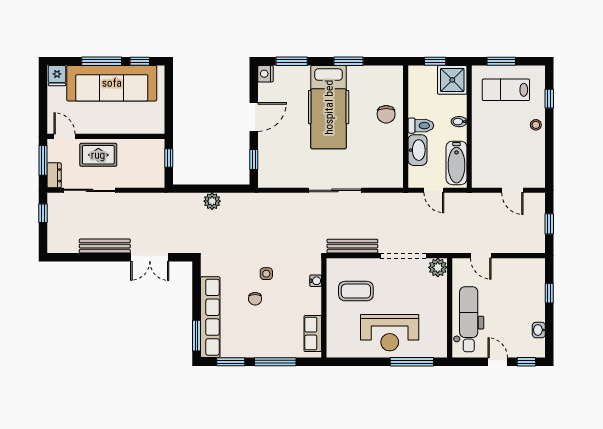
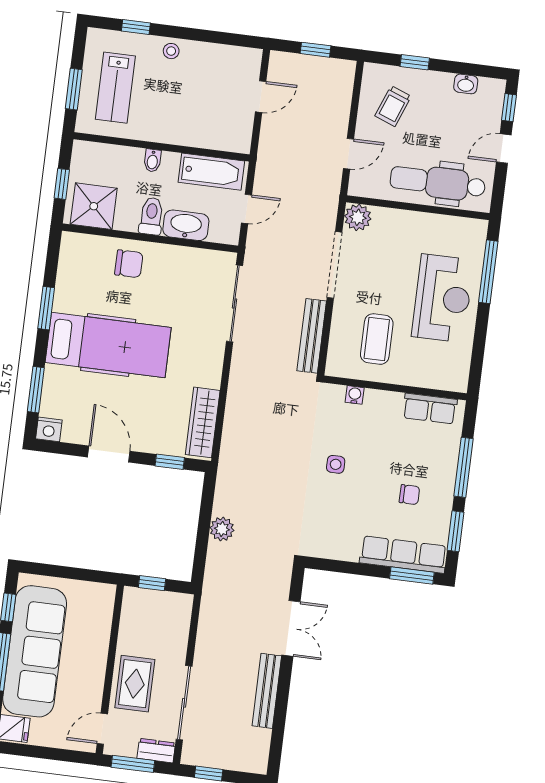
shower: (452, 80) -> (94, 206), moved
wardrobe: (284, 179) -> (203, 422), added
sliding door: (335, 190) -> (235, 304), moved
trolley: (517, 282) -> (393, 106), added
chair: (255, 299) -> (409, 495), moved
row of seats: (210, 317) -> (403, 555), width x0.73

